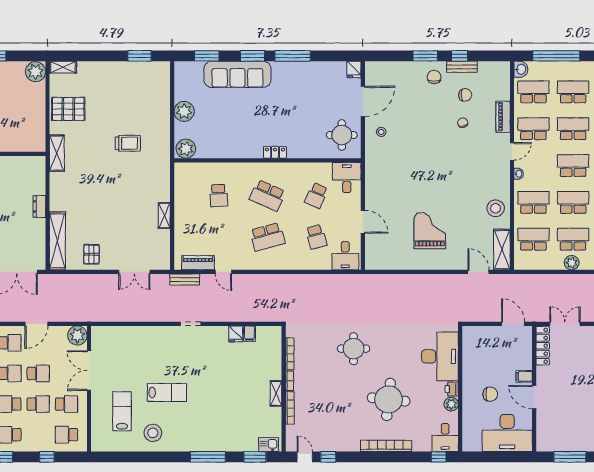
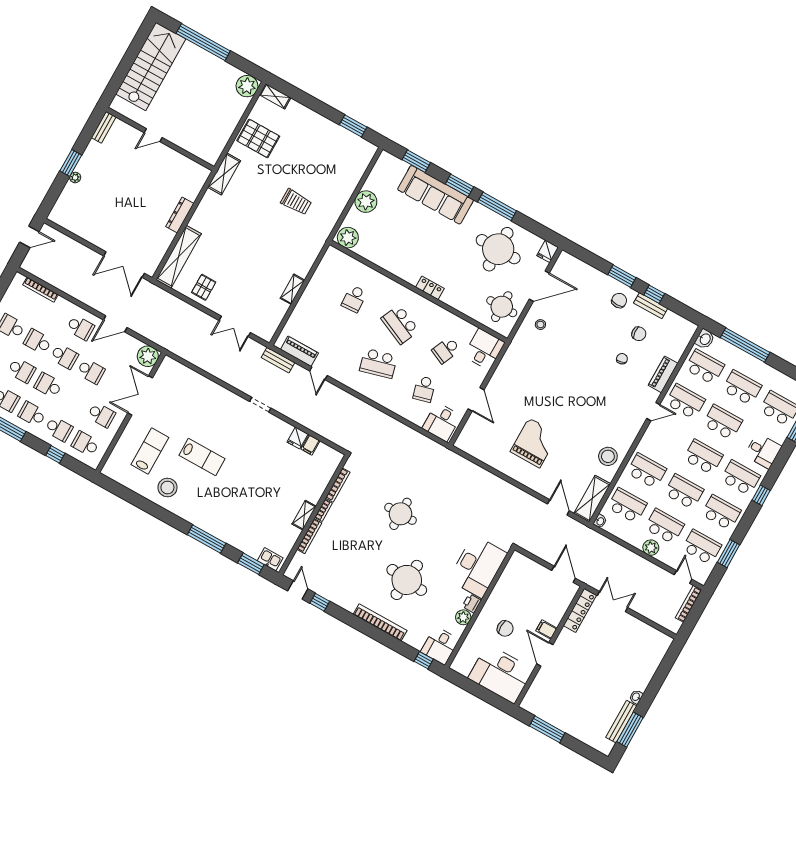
round table: (313, 90) -> (498, 249), added
washbasin: (519, 174) -> (600, 521), moved
dresser: (39, 206) -> (180, 215), width x1.44
school desk: (38, 404) -> (59, 429), moved

